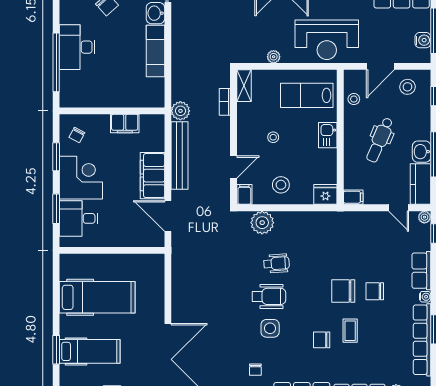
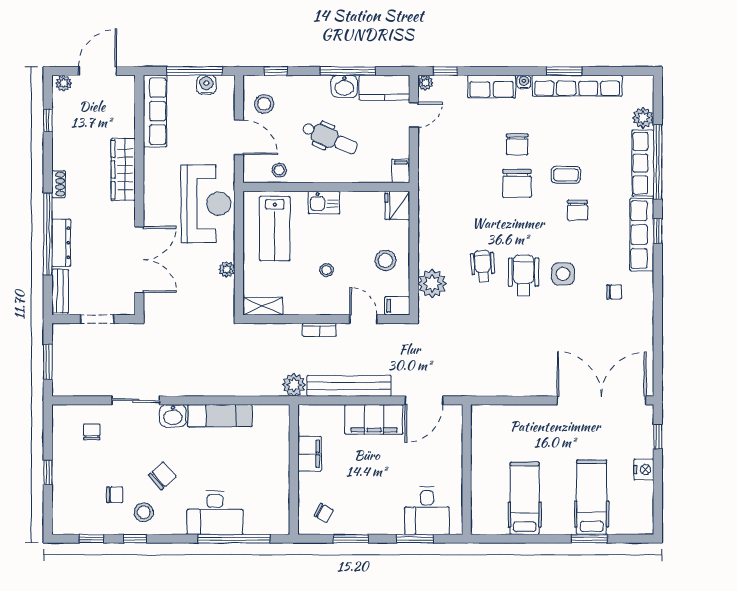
bookcase: (225, 102) -> (319, 330), moved
corner desk: (81, 178) -> (377, 508), removed
hospital bed: (97, 297) -> (525, 498), width x0.73, depth x0.78

